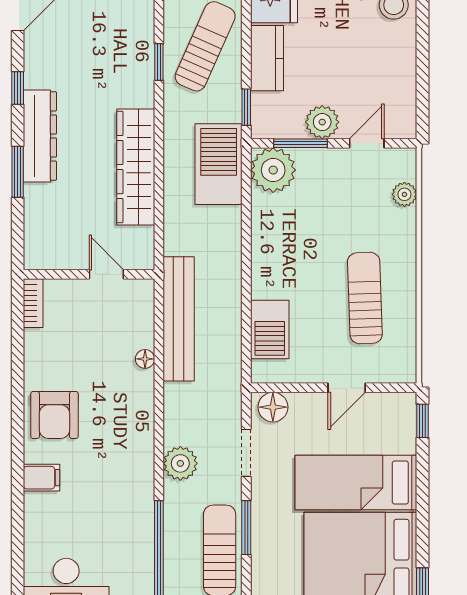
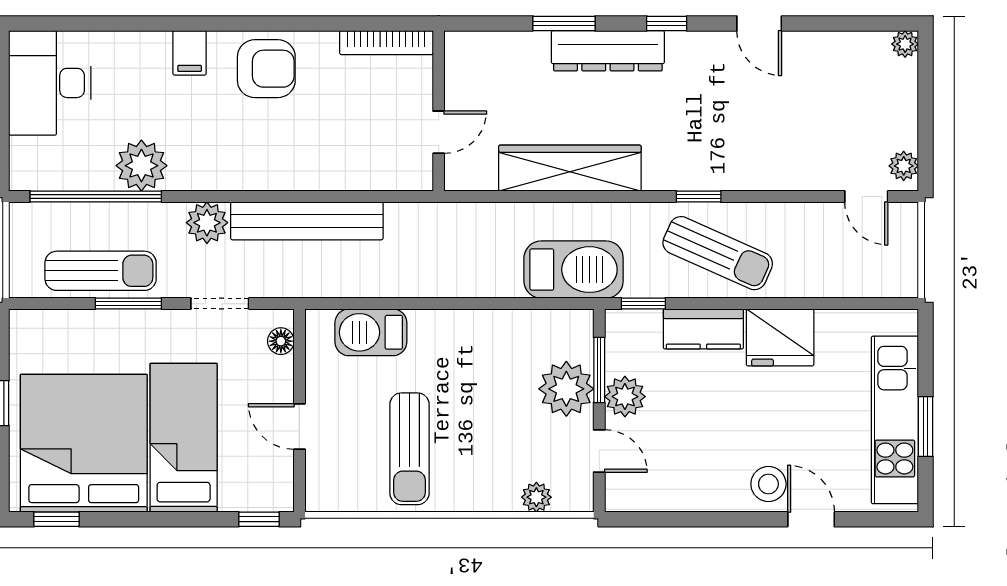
plant: (273, 170) -> (566, 389), moved
sun lounger: (365, 298) -> (409, 449), turned 92
bookcase: (33, 303) -> (386, 43), width x1.56
bench: (179, 319) -> (307, 221), moved
floor lamp: (145, 359) -> (335, 180), removed
floor lamp: (273, 407) -> (281, 341), width x0.73, depth x0.73
armchair: (54, 415) -> (266, 69), turned 180
plant: (134, 517) -> (141, 166), added

